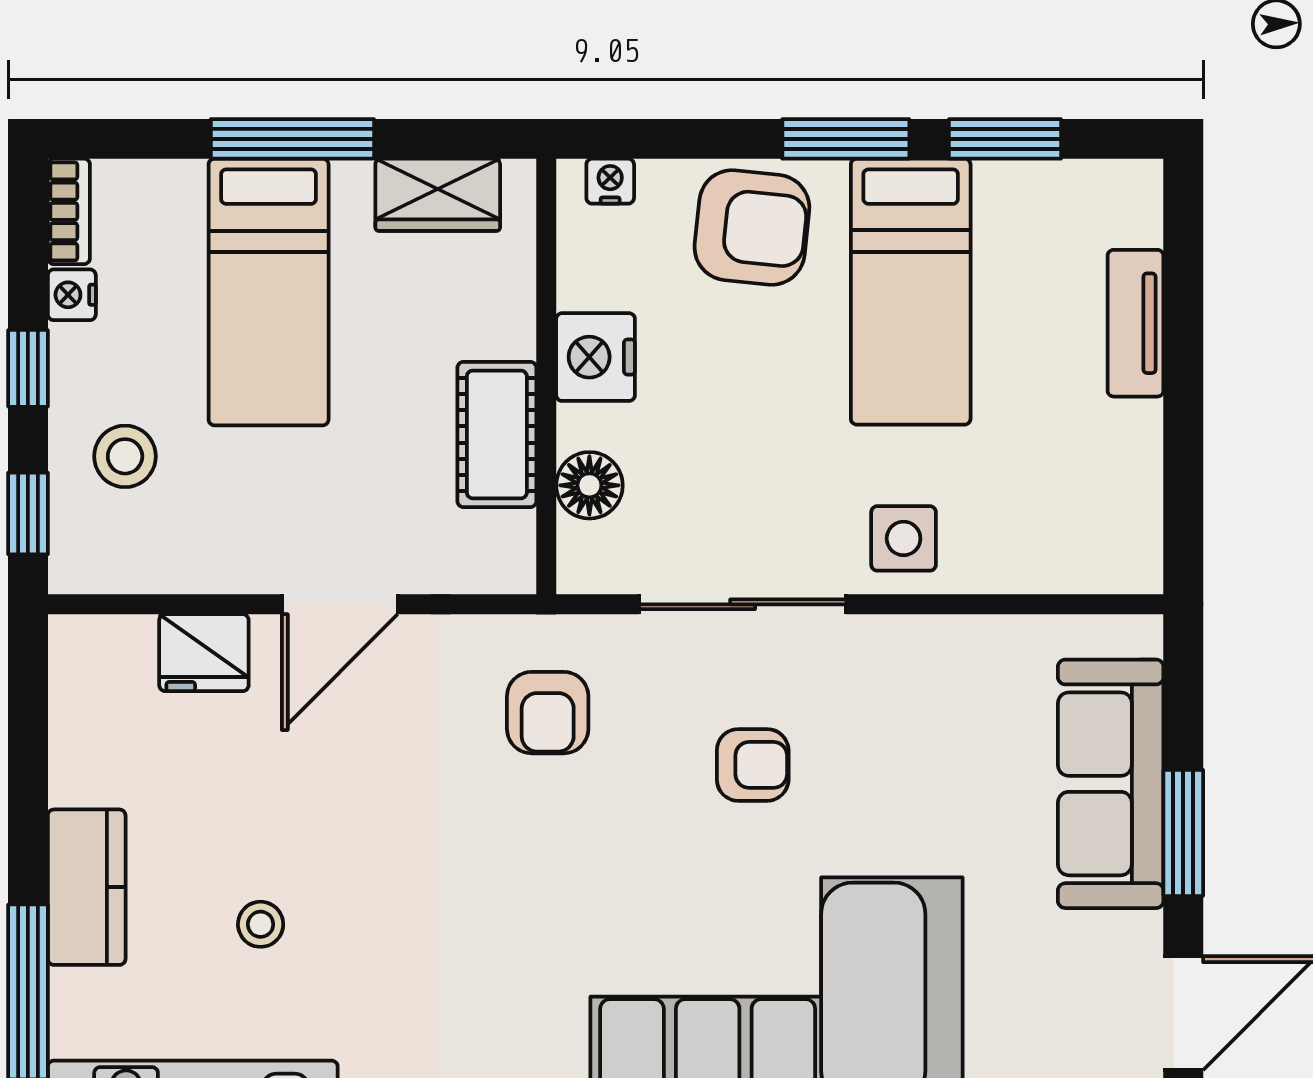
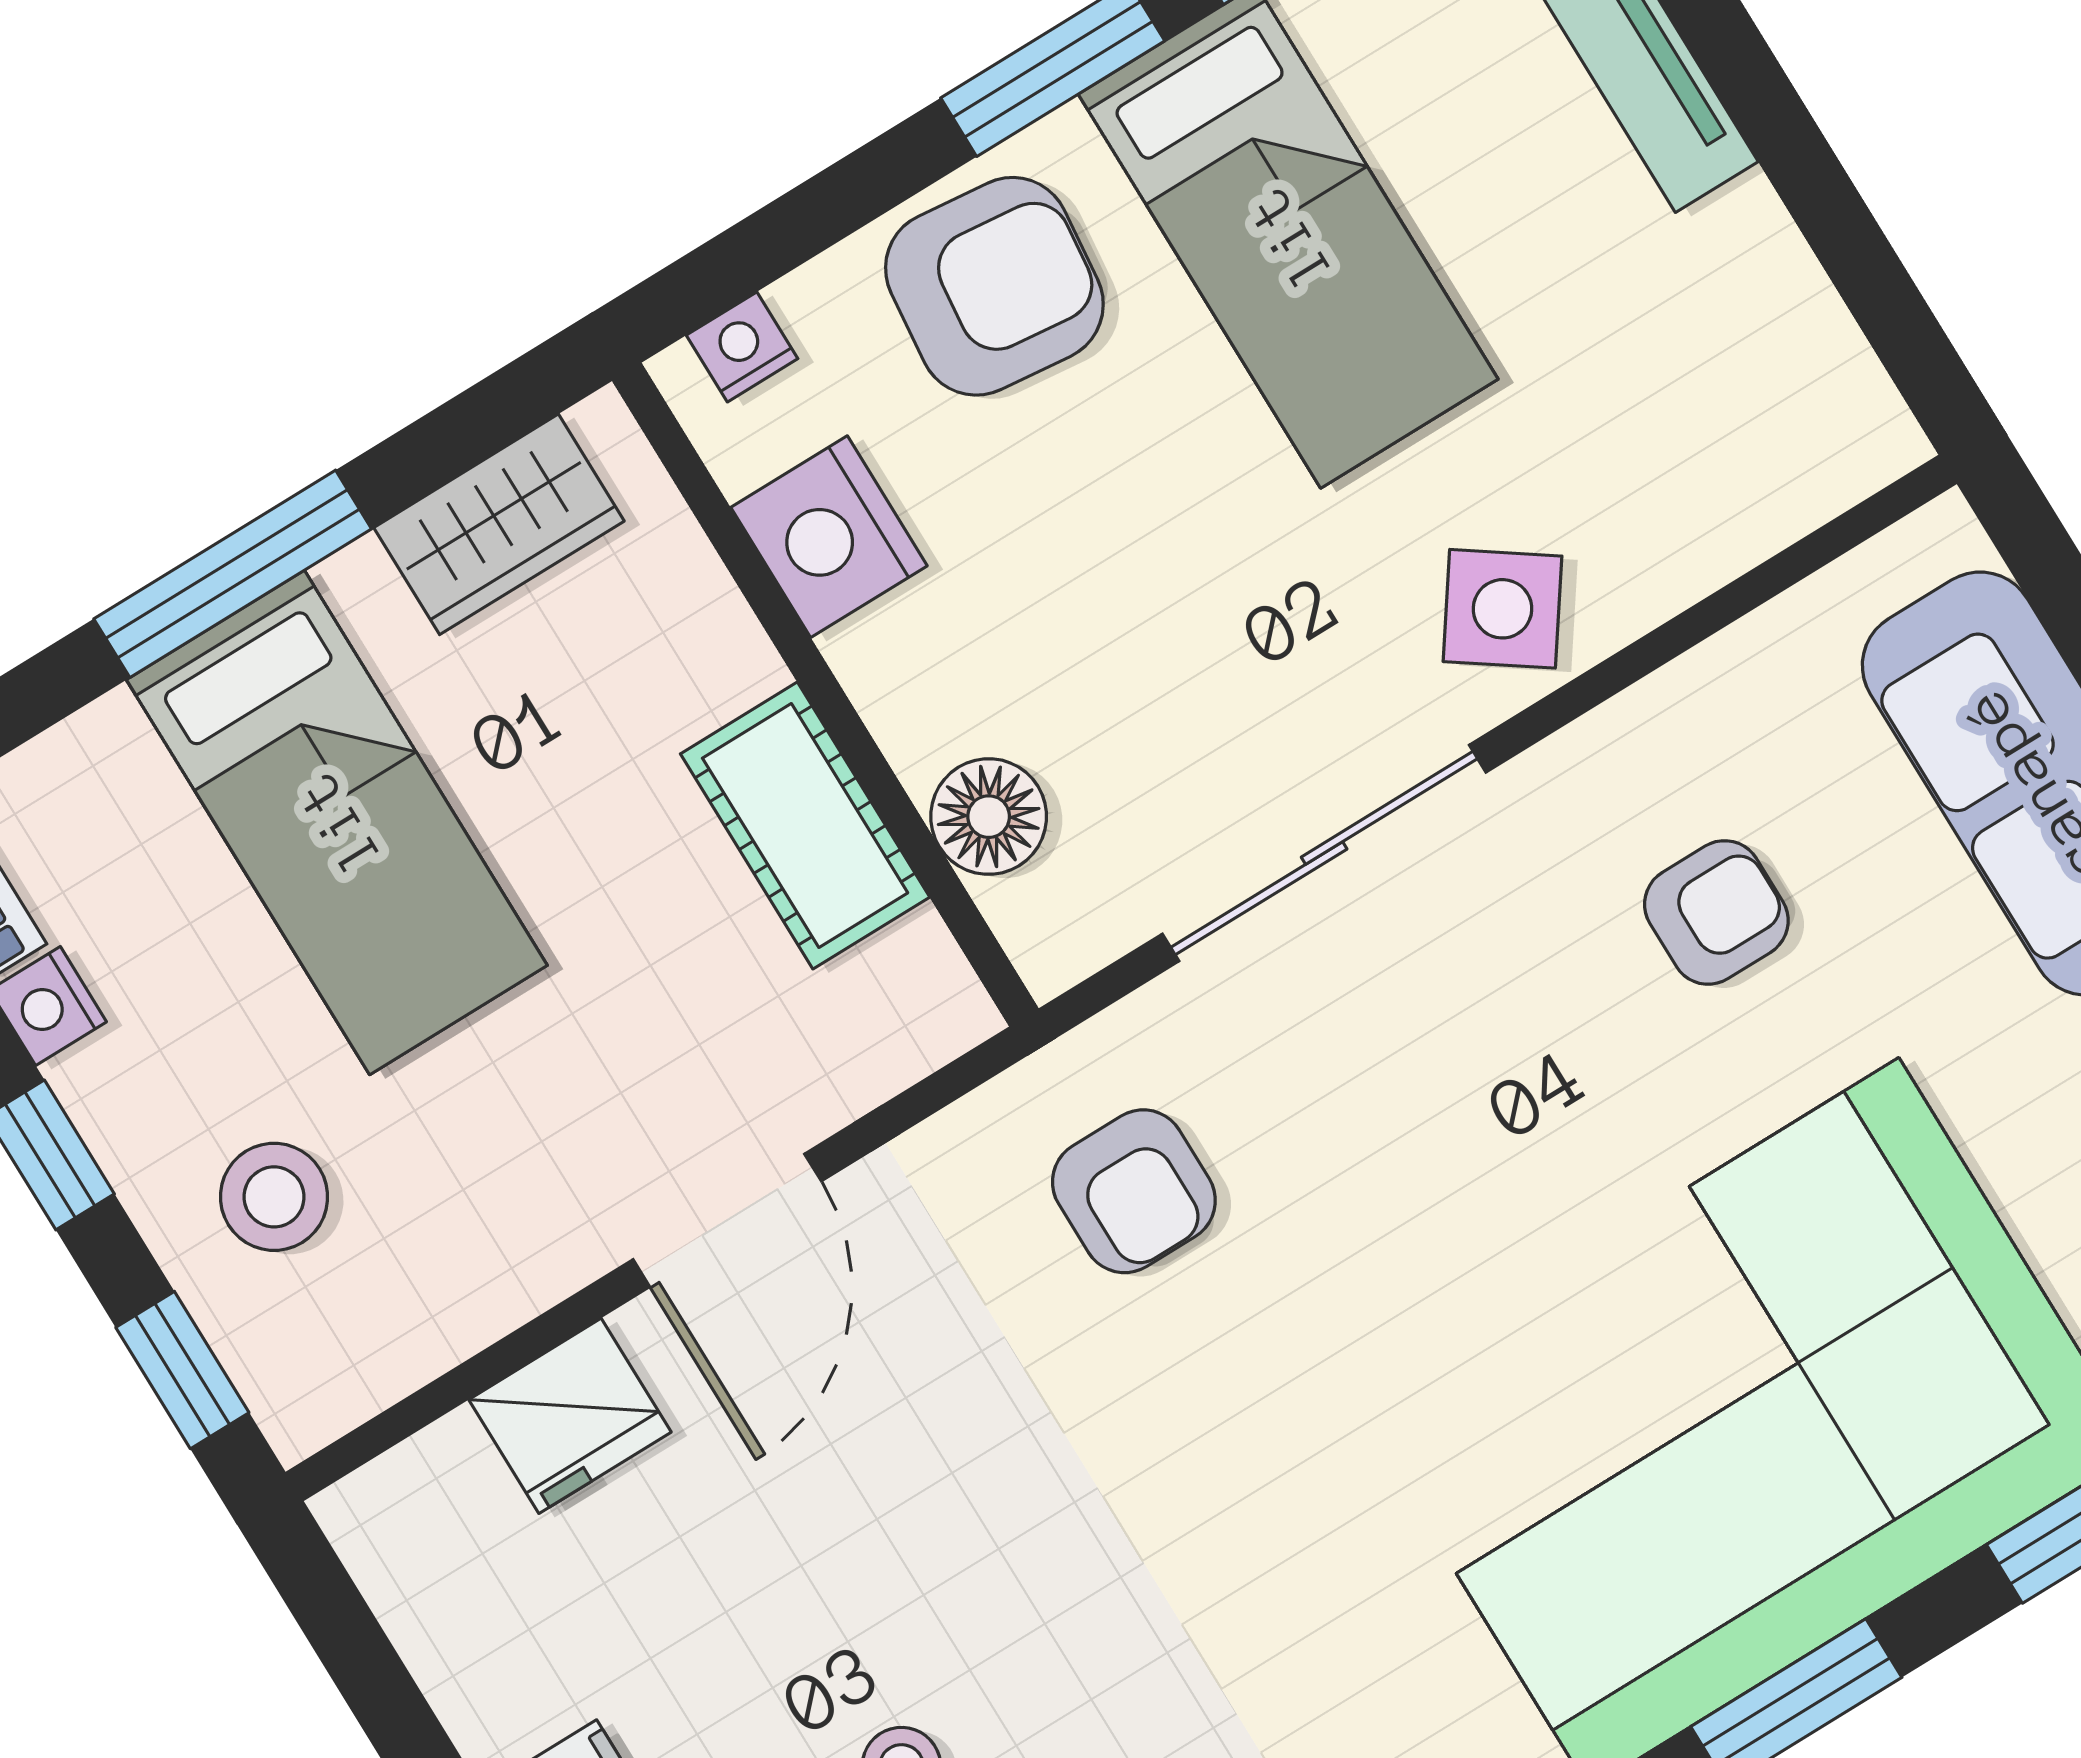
nightstand: (596, 357) -> (829, 537), moved
side table: (904, 538) -> (1502, 609), turned 35
armchair: (753, 765) -> (1716, 912), moved

